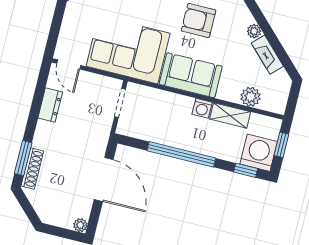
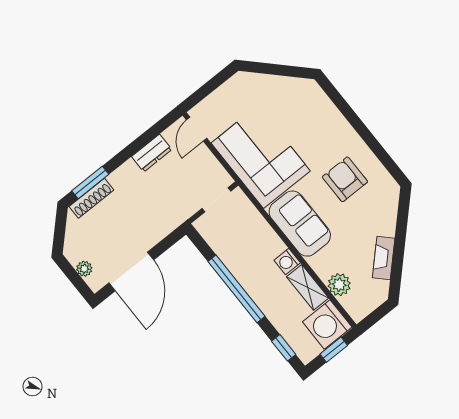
plant: (254, 31) -> (388, 228), removed
washing machine: (259, 153) -> (327, 324), moved, turned 180
door: (104, 180) -> (131, 271), moved
plant: (80, 225) -> (84, 269), moved

